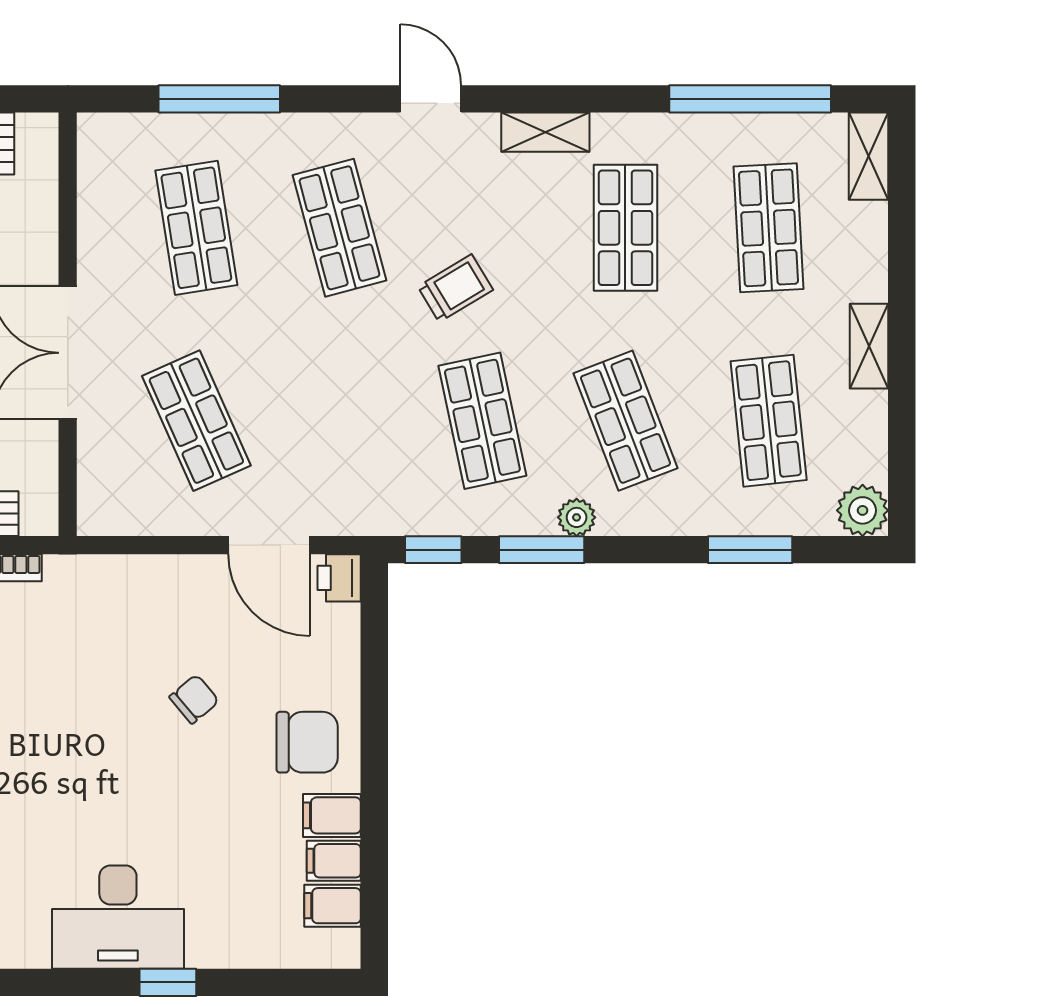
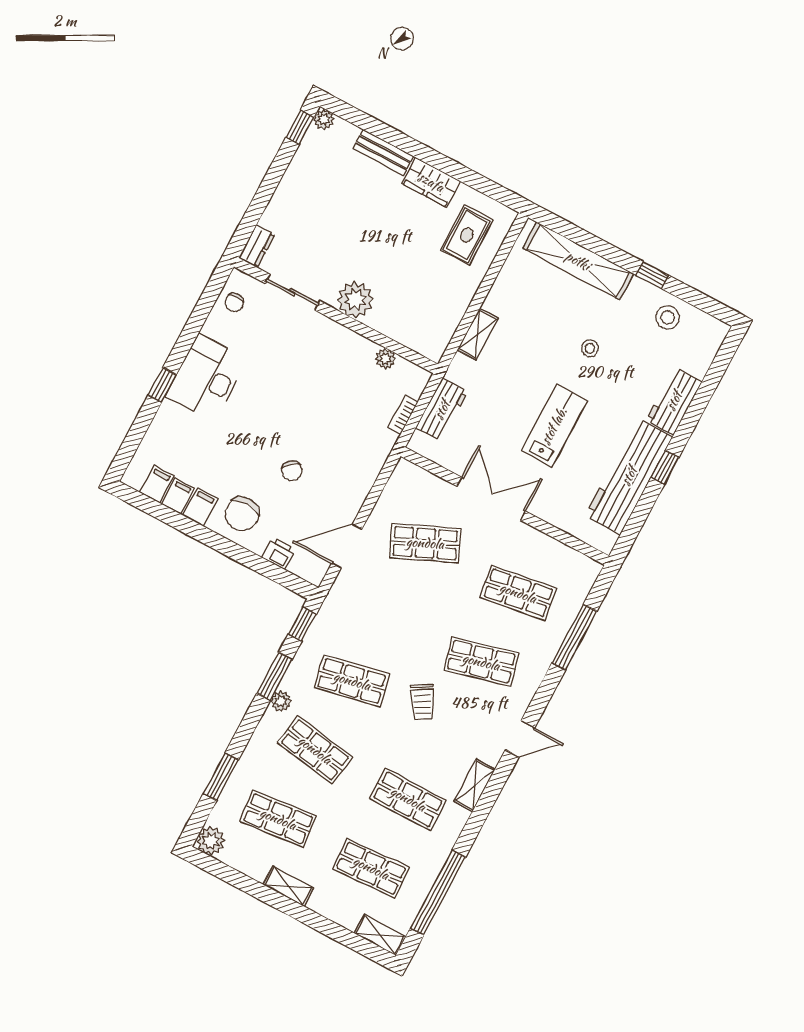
shop shelf: (625, 421) -> (315, 750), turned 30
printer: (339, 578) -> (279, 553), moved

